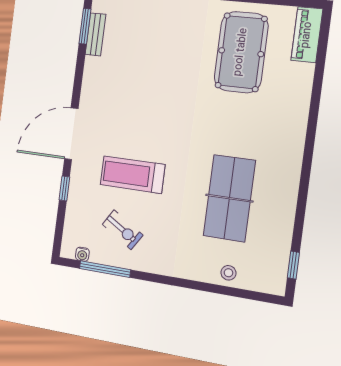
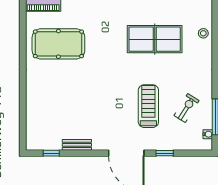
window: (85, 26) -> (51, 153), width x0.67
bench: (95, 34) -> (77, 145), moved
treadmill: (133, 175) -> (148, 106), turned 180

